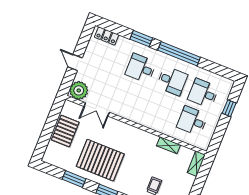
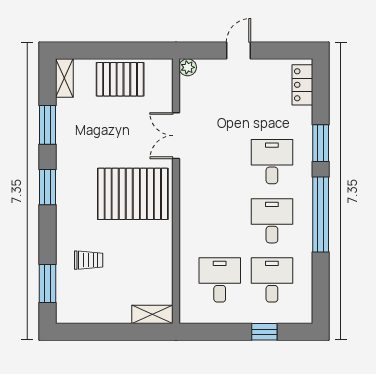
desk: (172, 81) -> (272, 221), turned 180
plant: (79, 90) -> (188, 67), width x0.53, depth x0.53
double door: (97, 109) -> (176, 136), moved
shelving: (169, 145) -> (64, 78), moved
pallet: (100, 160) -> (133, 194), moved, turned 90

